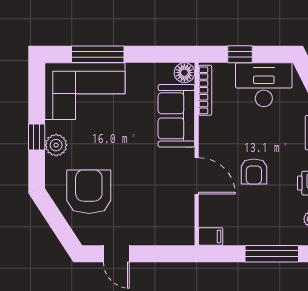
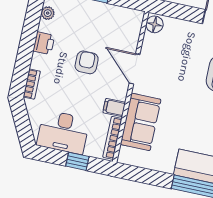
floor lamp: (184, 73) -> (155, 24), moved
filing cabinet: (211, 236) -> (114, 107), moved

